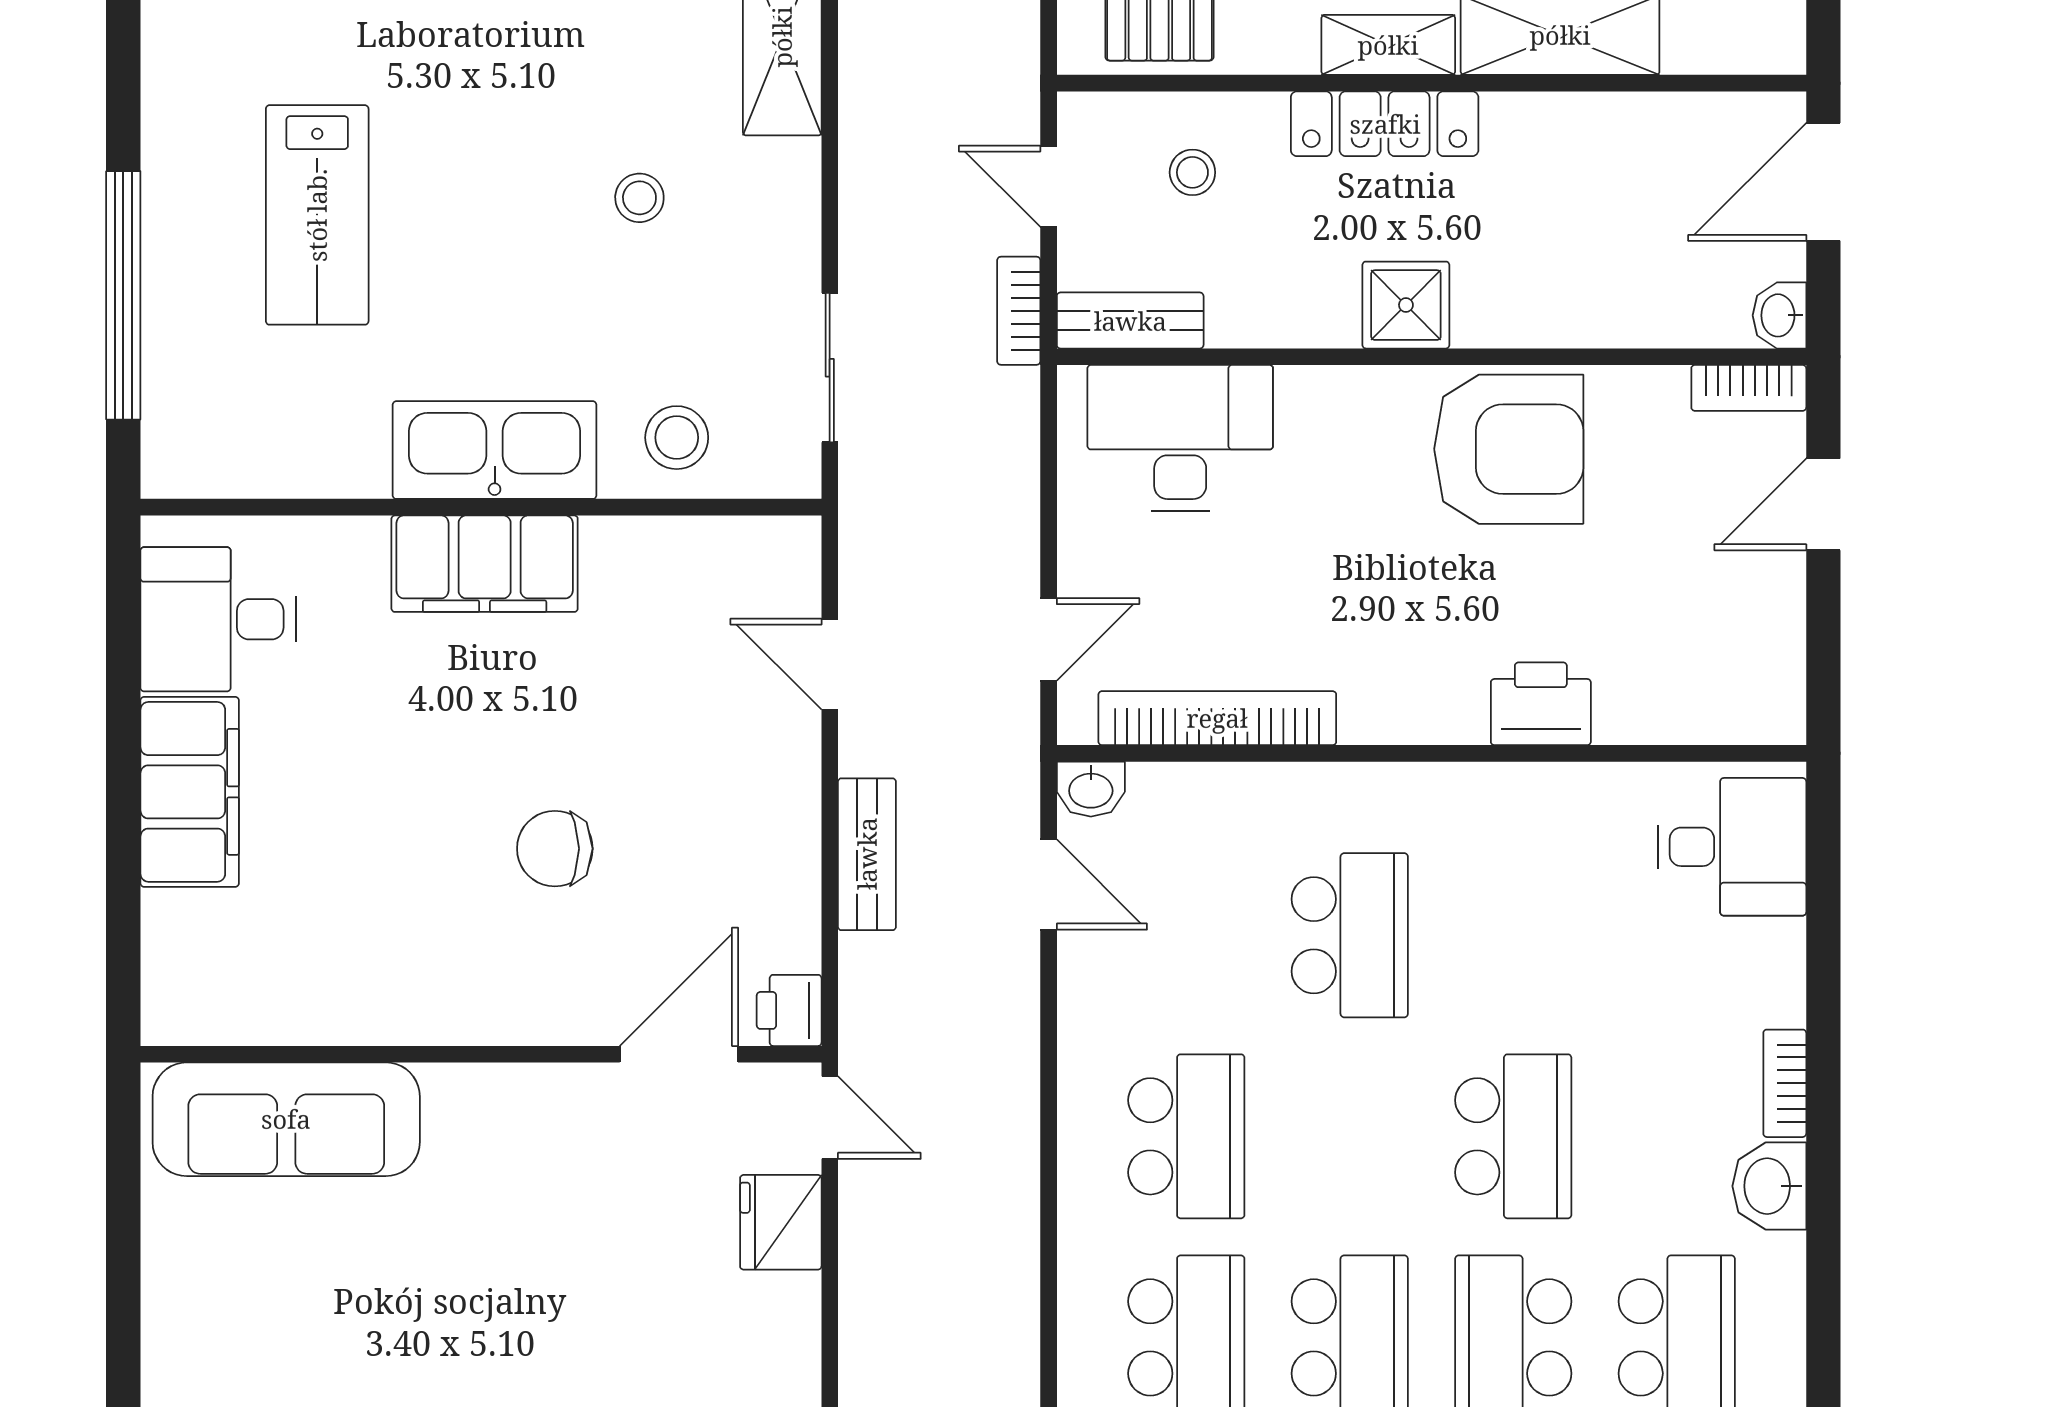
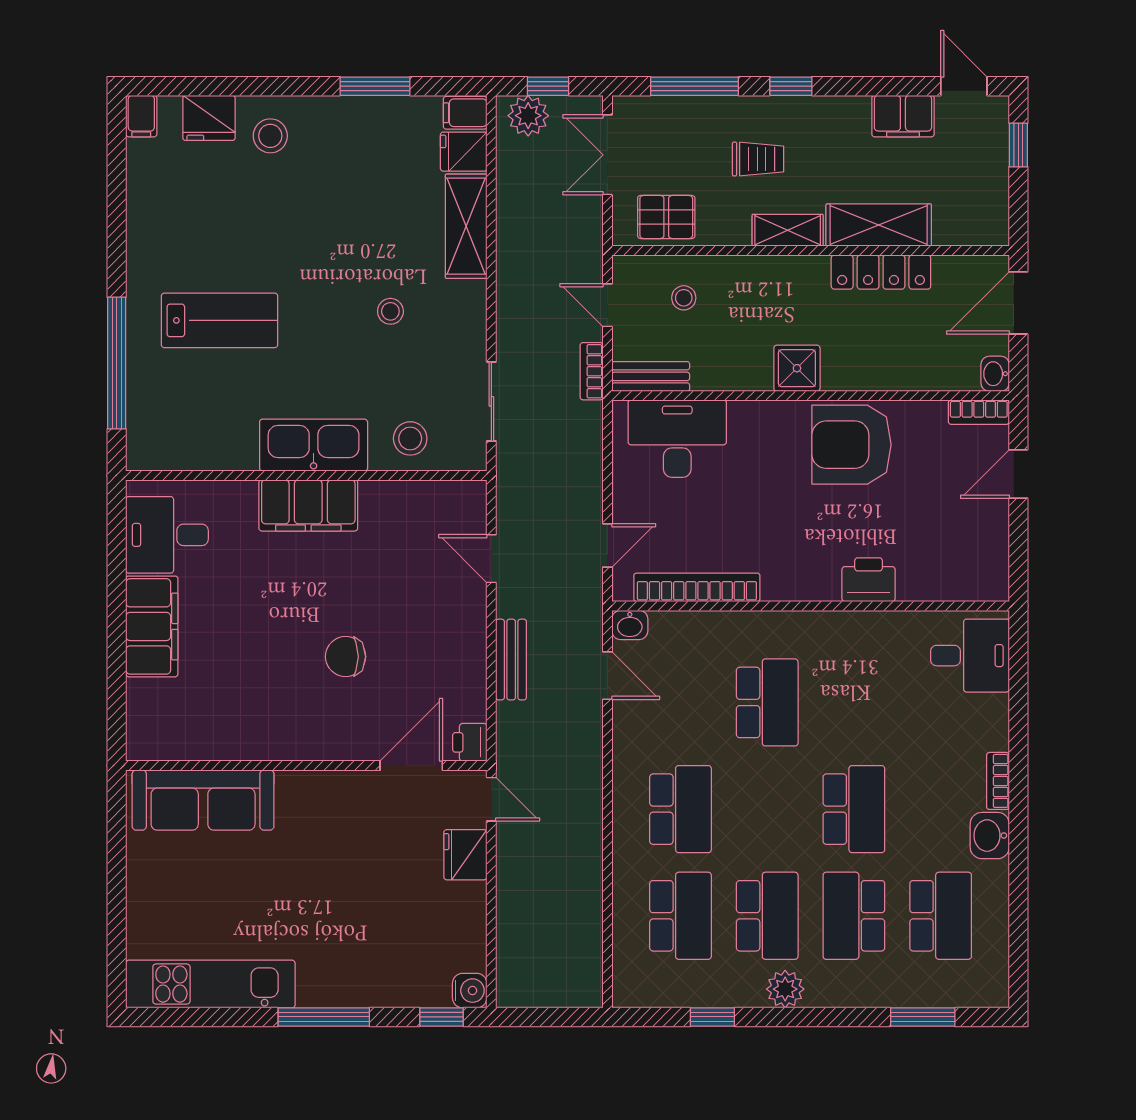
locker: (1385, 124) -> (881, 272), moved
lab bench: (317, 215) -> (219, 320), turned -90
armchair: (1509, 449) -> (851, 445), turned 180

